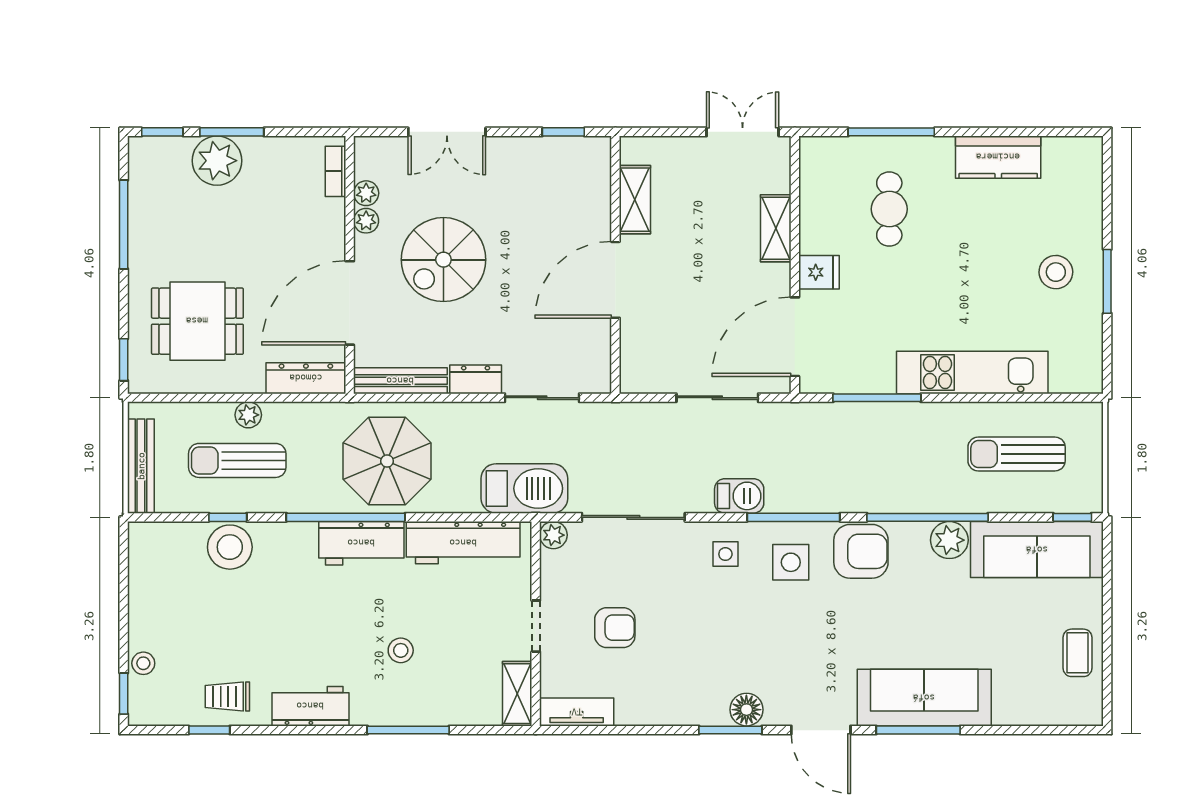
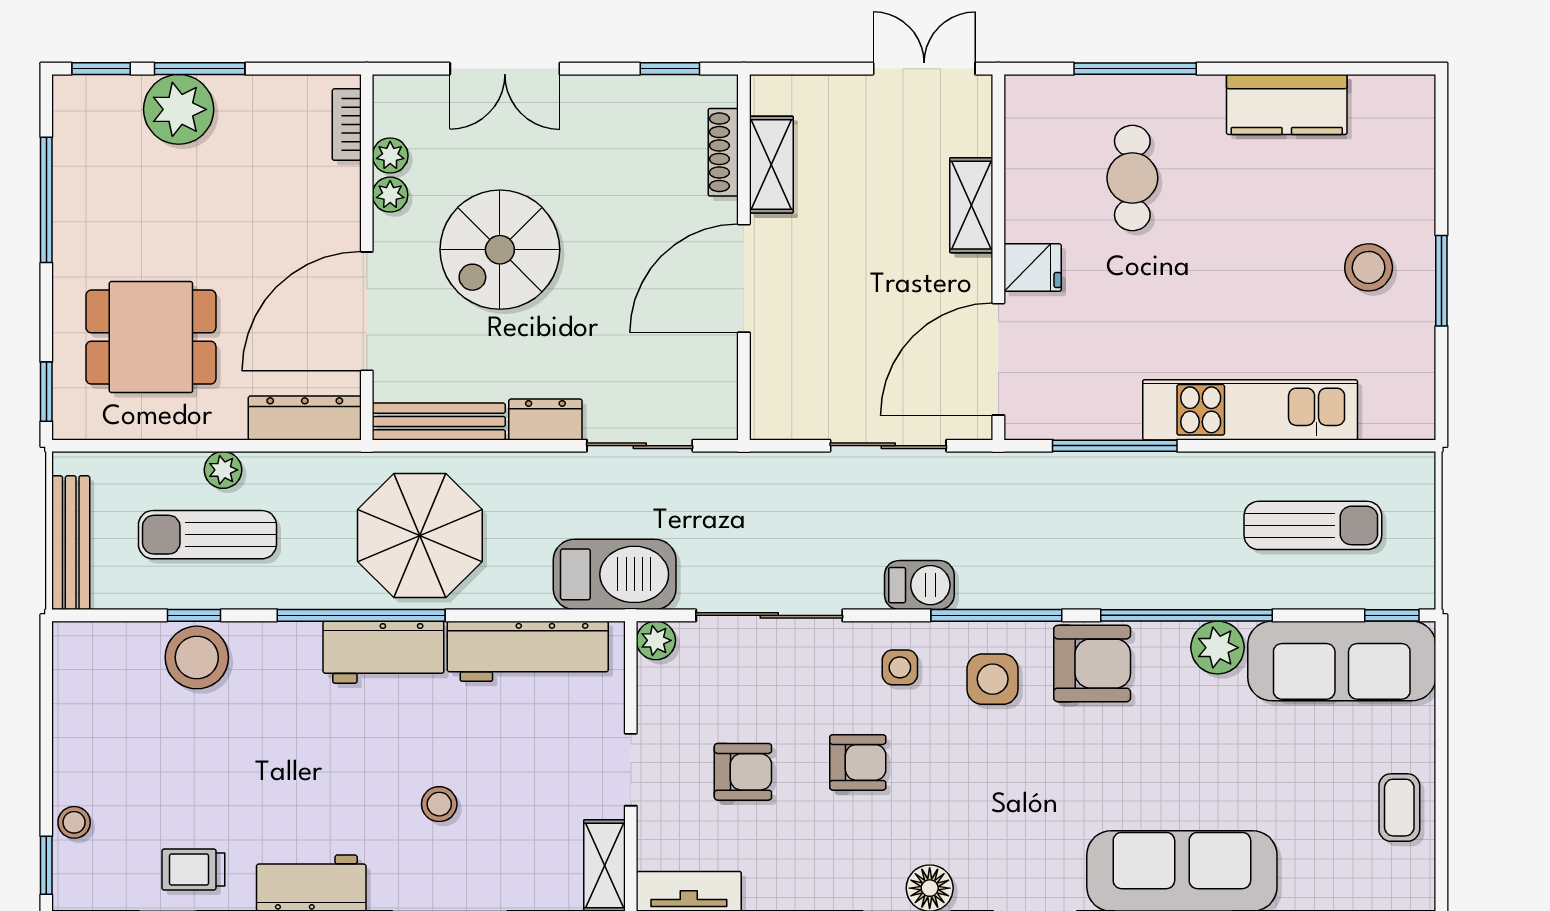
shoe rack: (601, 191) -> (723, 152), added
sun lounger: (1017, 454) -> (1313, 525), turned 180
armchair: (696, 621) -> (858, 762), added

